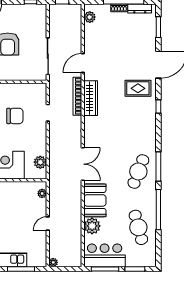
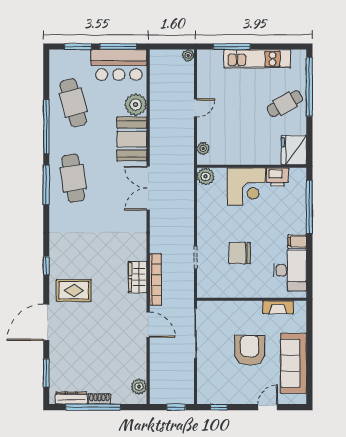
door: (83, 63) -> (148, 325), hinge flipped
wardrobe: (91, 98) -> (138, 277), width x0.67
plant: (40, 162) -> (206, 176), moved
cafe table: (138, 171) -> (73, 178), turned -30

